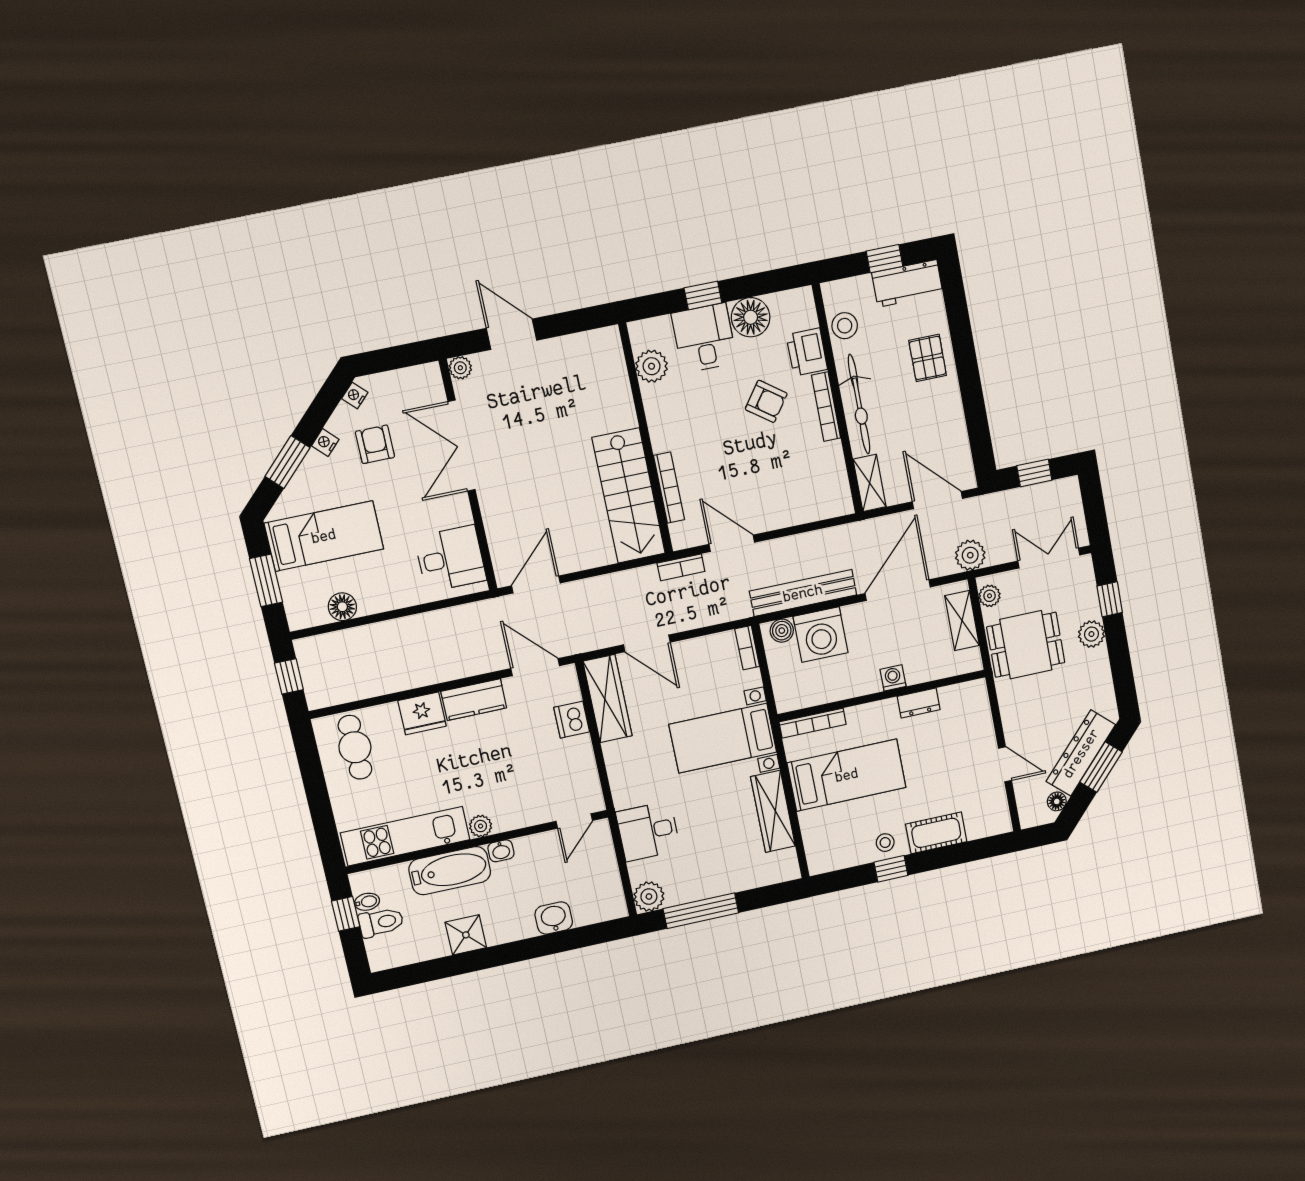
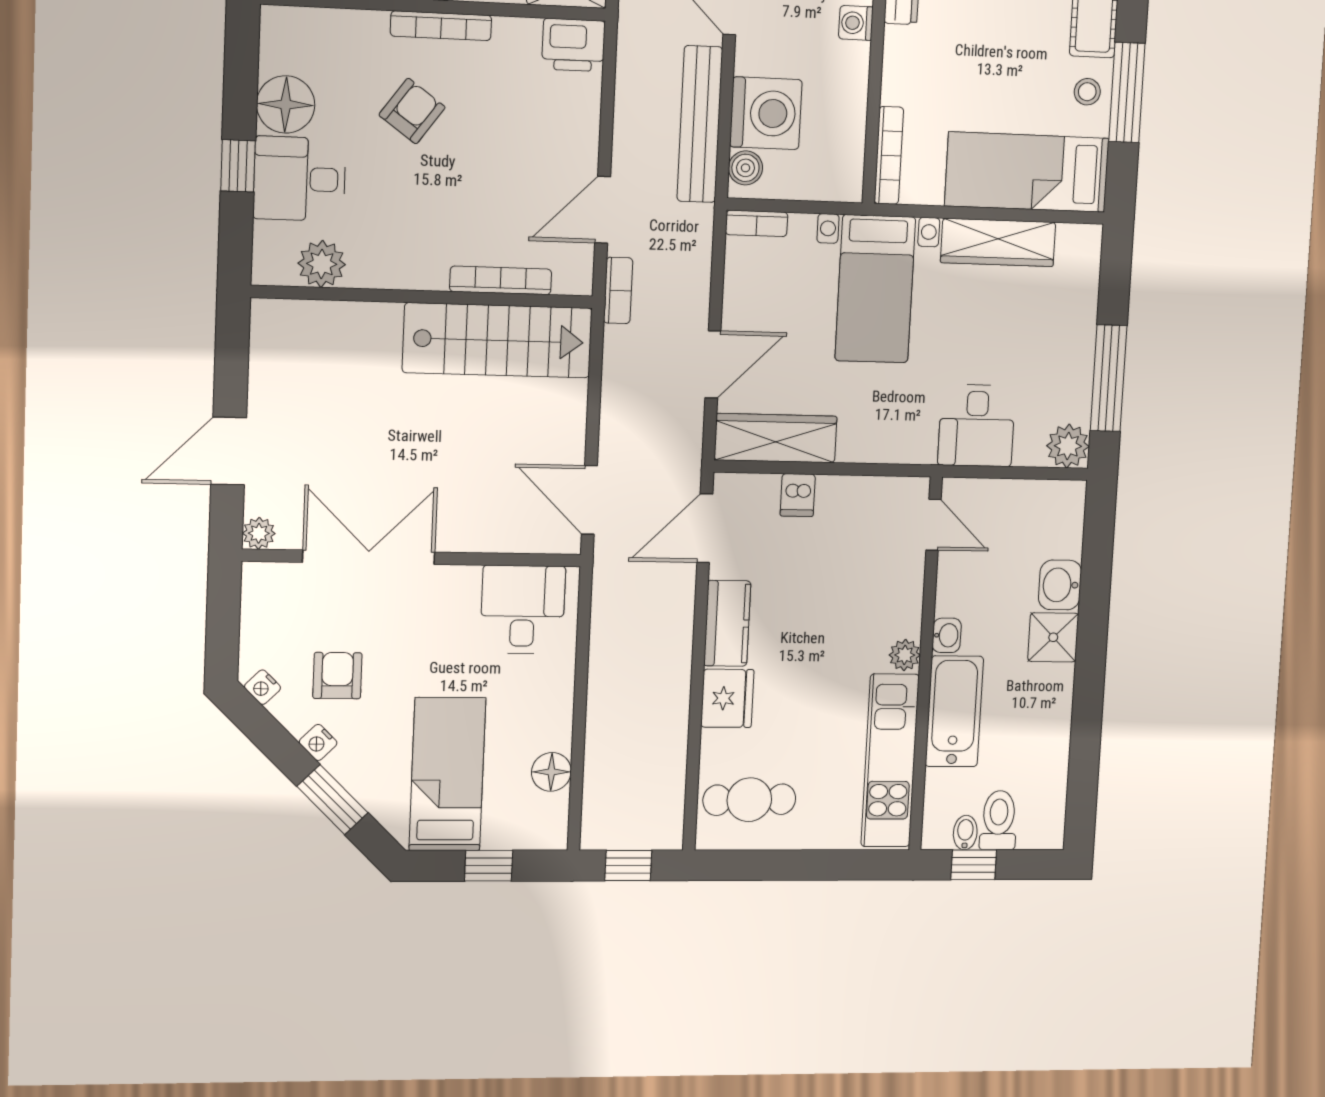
printer: (807, 352) -> (573, 45), moved
armchair: (375, 444) -> (337, 676), turned 90
double door: (462, 446) -> (369, 557), swing flipped
window: (266, 580) -> (489, 866), width x0.67
dishwasher: (572, 720) -> (798, 495), width x0.73
bed: (847, 775) -> (1027, 172), moved, turned -90
window: (891, 869) -> (1127, 92), width x2.17
shower: (466, 935) -> (1053, 637), moved

